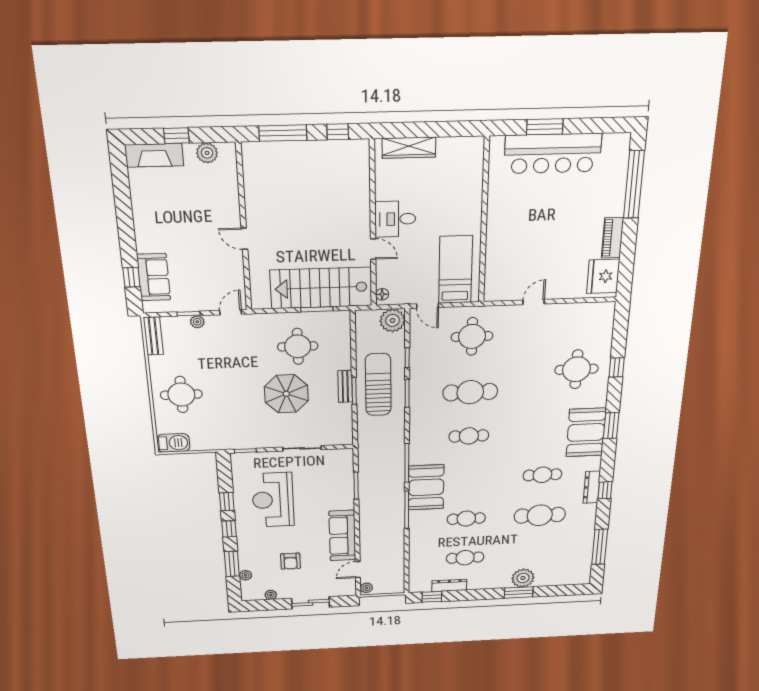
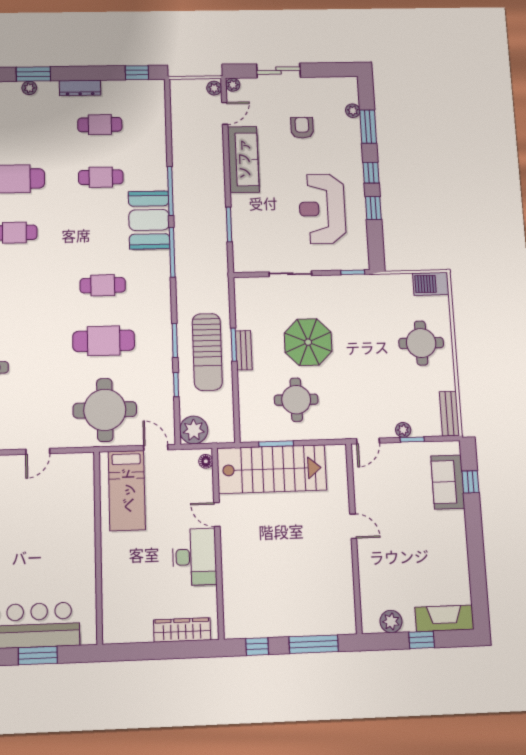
desk: (395, 219) -> (194, 557), width x1.37
round table: (472, 336) -> (105, 410), width x1.36, depth x1.36
reception desk: (273, 500) -> (322, 209), turned 180
plant: (523, 578) -> (29, 88), width x0.53, depth x0.53
dresser: (449, 585) -> (80, 88), moved
plant: (271, 595) -> (233, 85), moved

